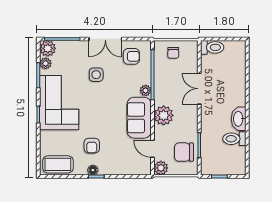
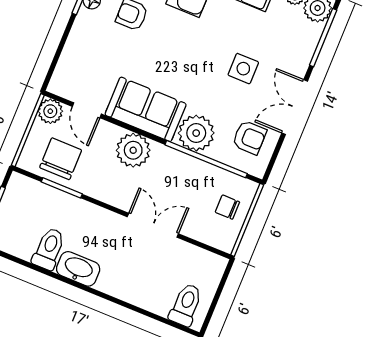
toilet: (212, 47) -> (186, 305), moved, turned 180
armchair: (131, 56) -> (249, 137), turned -90
plant: (146, 90) -> (196, 133), width x1.88, depth x1.88
door: (152, 149) -> (87, 110), swing flipped

